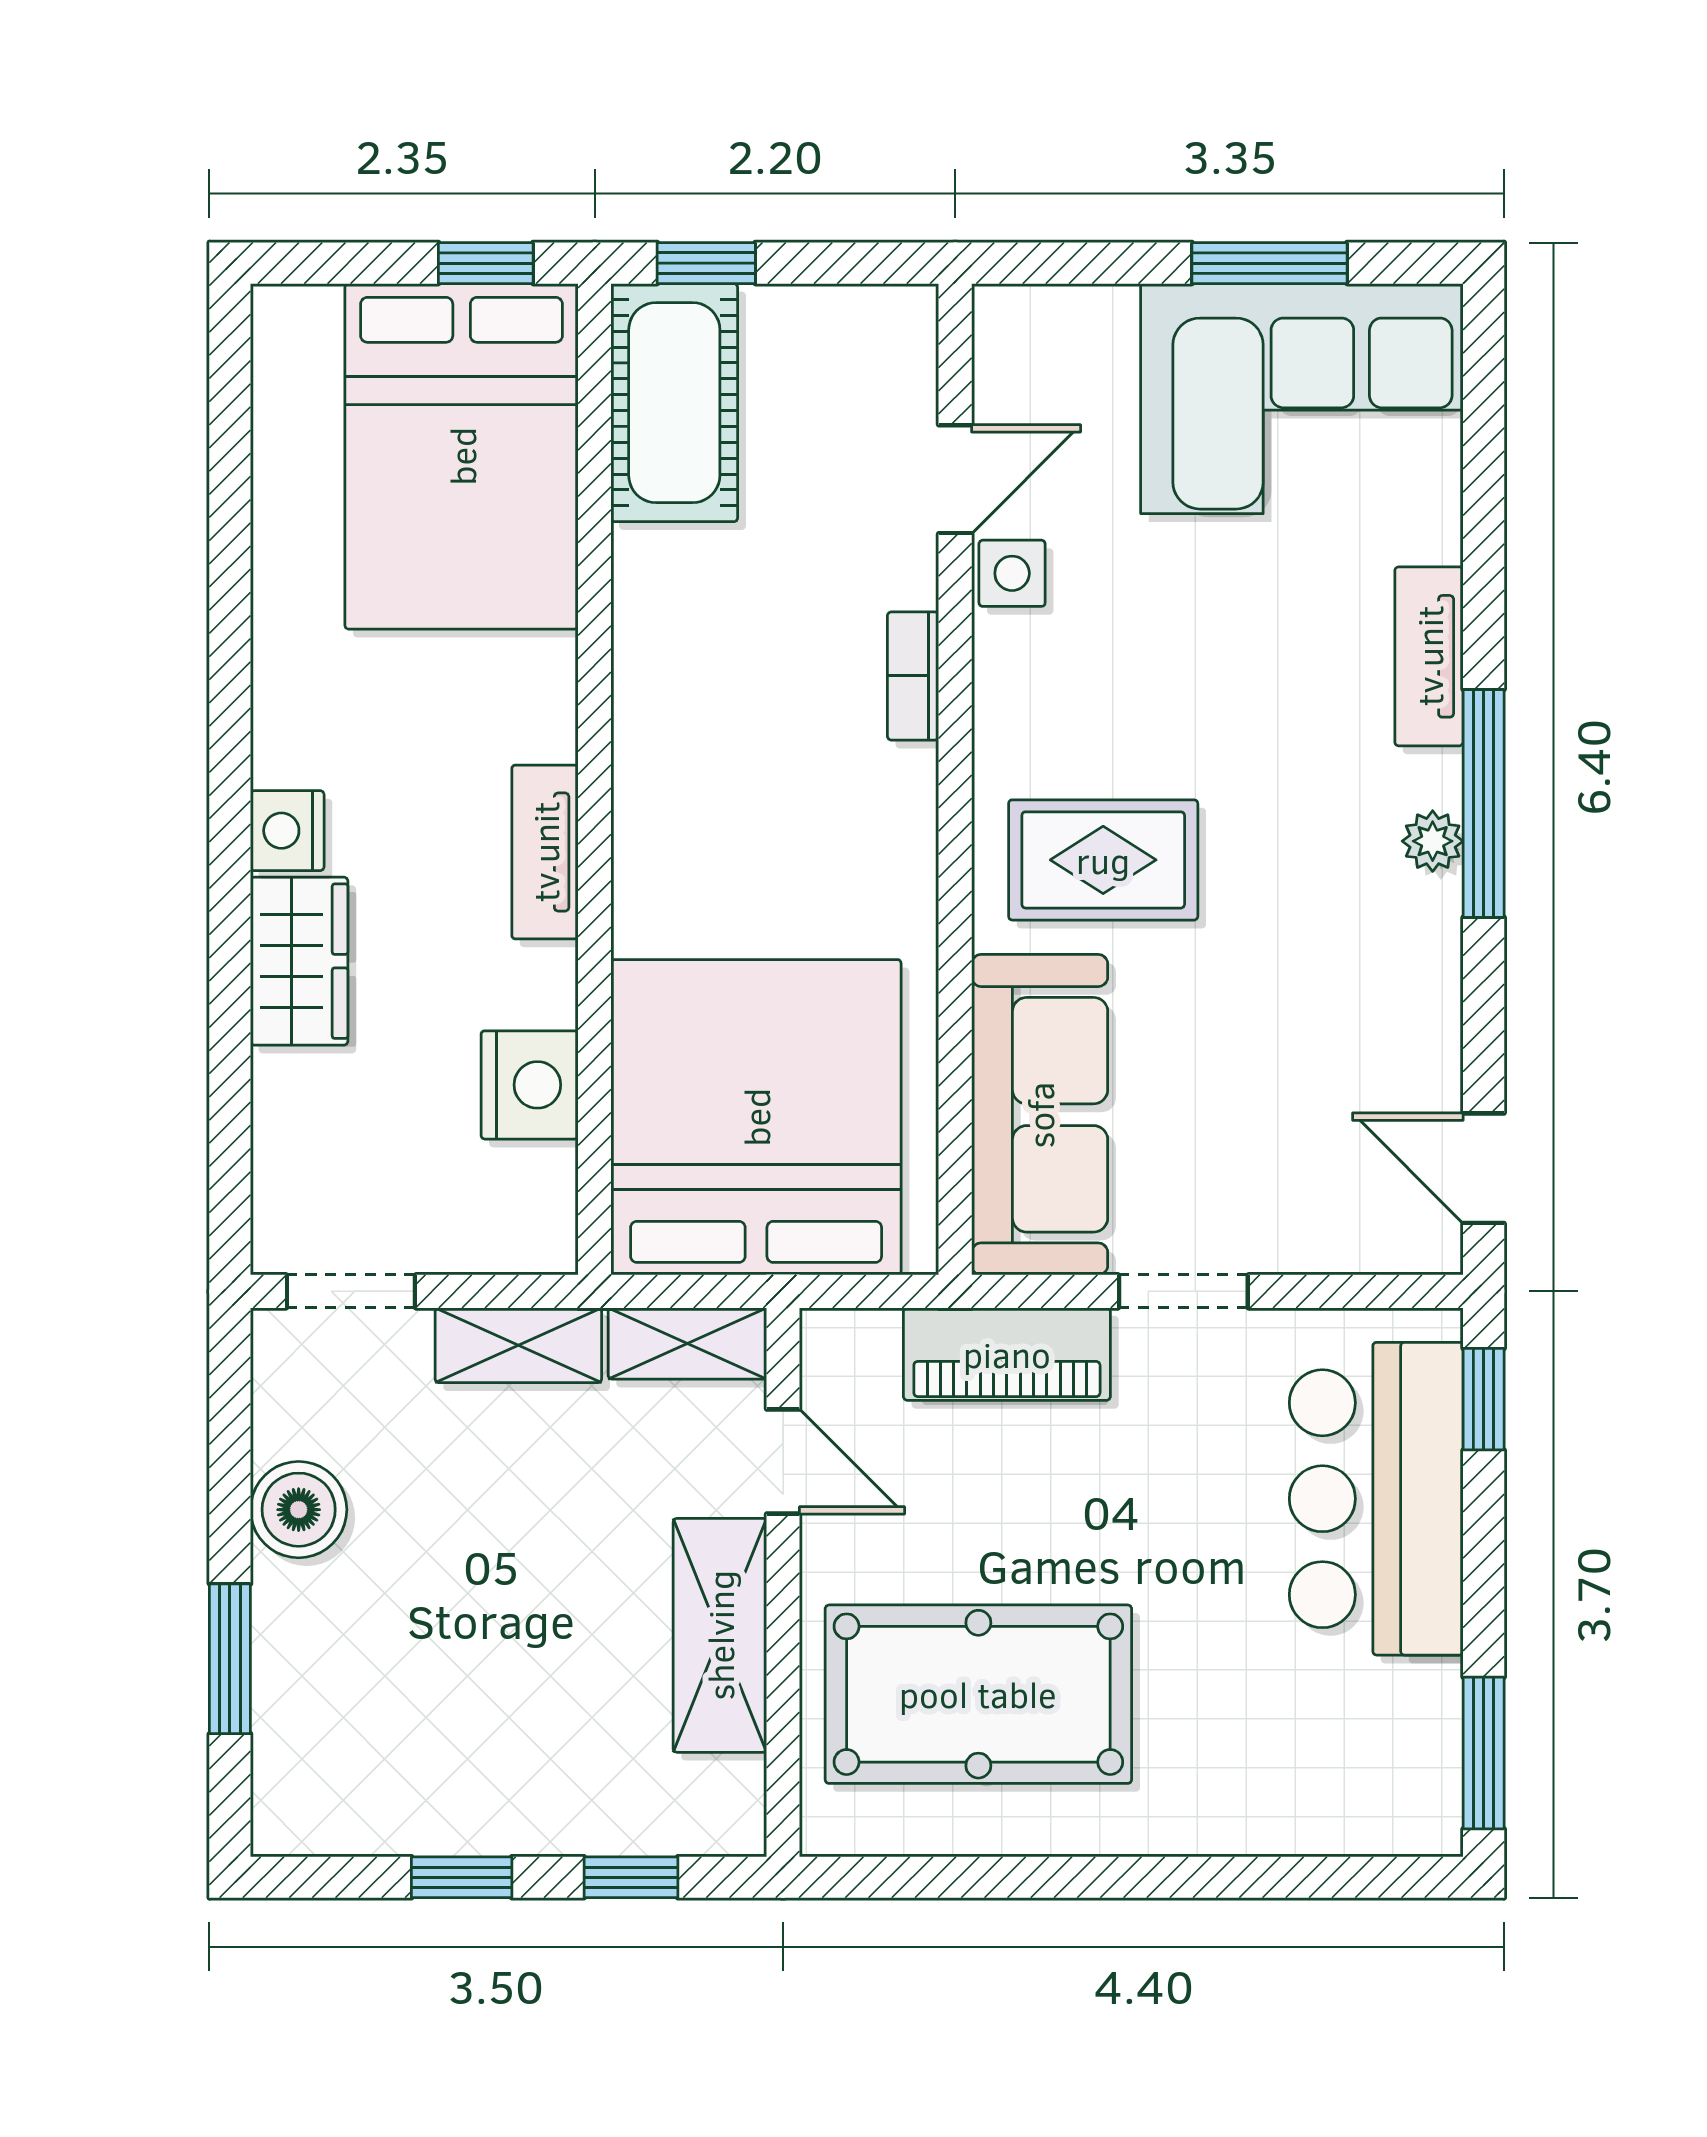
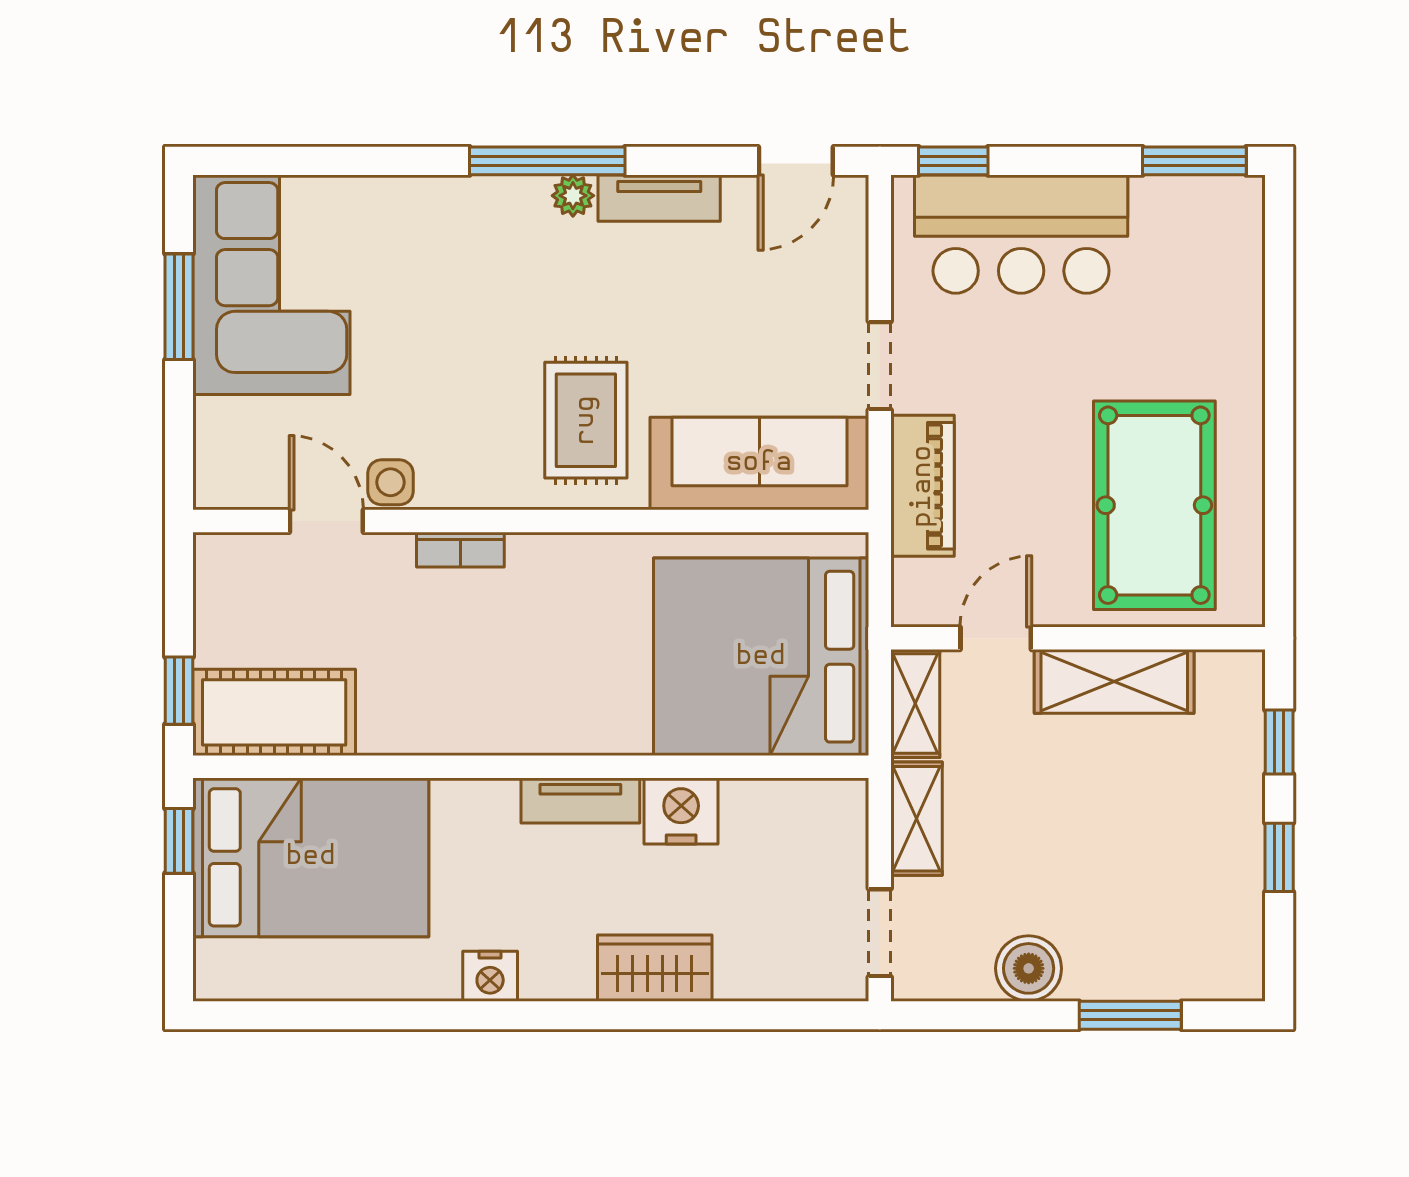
tv unit: (1429, 656) -> (659, 198), moved
nightstand: (287, 831) -> (490, 976), moved
nightstand: (530, 1085) -> (681, 811), moved

